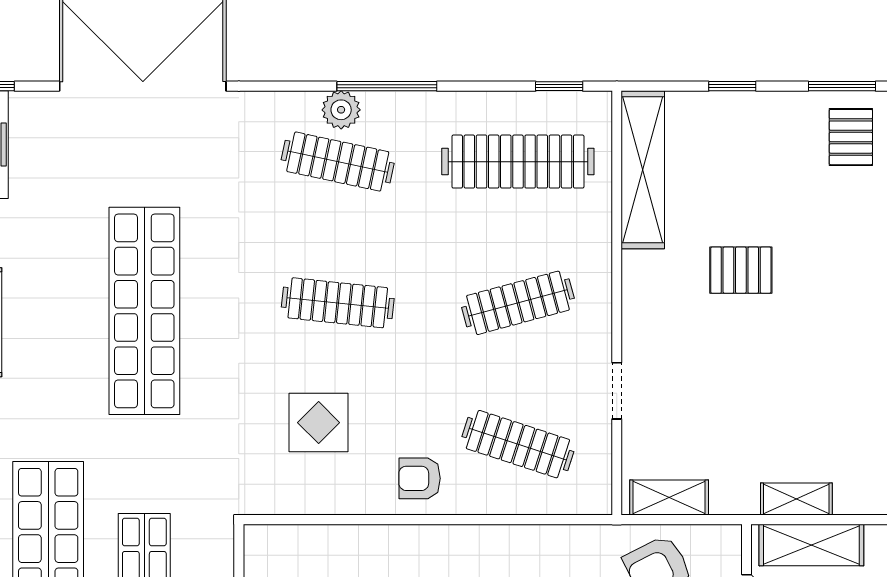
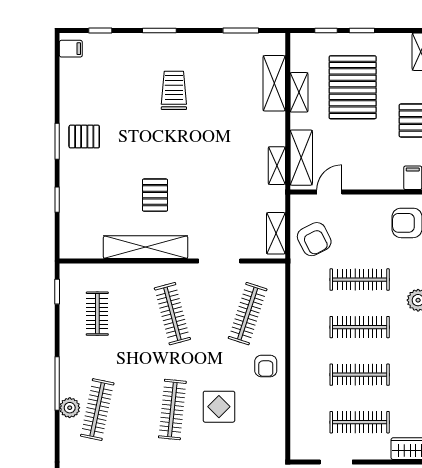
clothes rail: (518, 162) -> (97, 314), width x0.54, depth x0.76
shelving: (643, 170) -> (146, 247), moved
doorway: (617, 391) -> (219, 261), width x1.38
display table: (319, 423) -> (219, 407), moved

